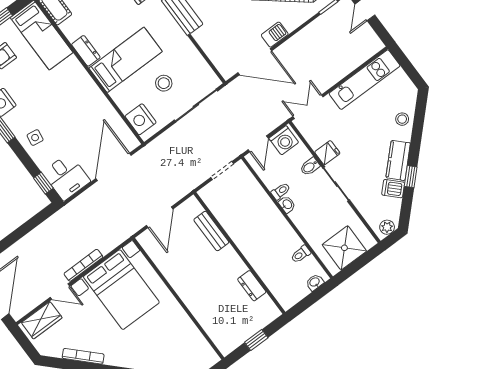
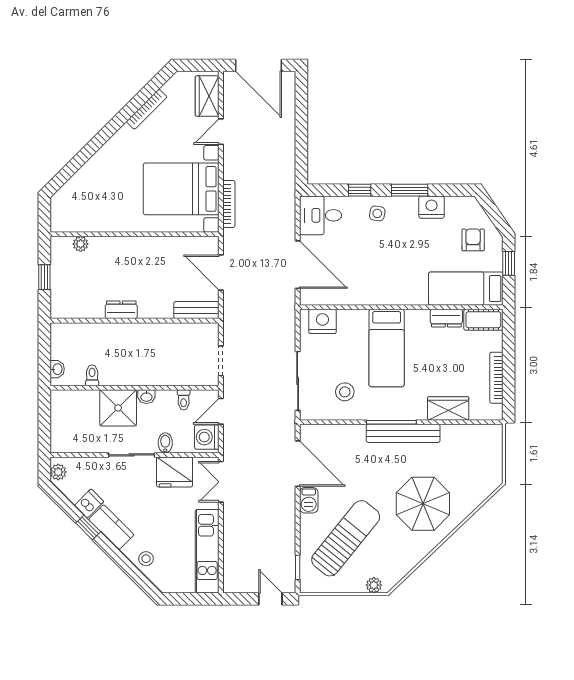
dresser: (86, 51) -> (446, 318), moved
door: (255, 62) -> (298, 464), swing flipped
stool: (164, 83) -> (345, 392), moved
double door: (308, 107) -> (221, 482), swing flipped
door: (258, 144) -> (221, 411), hinge flipped
fridge: (327, 153) -> (175, 472), width x1.88, depth x1.34
window: (43, 183) -> (360, 190), moved
toilet: (281, 191) -> (184, 400), moved
bench: (211, 231) -> (196, 310), moved
shower: (344, 248) -> (118, 408), moved
bookcase: (83, 265) -> (229, 204), moved
dresser: (252, 286) -> (121, 310), moved
plant: (214, 332) -> (81, 244), added

